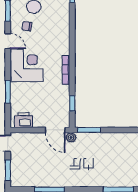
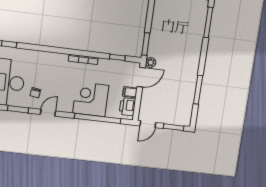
corner desk: (27, 65) -> (91, 99), moved
window: (8, 92) -> (98, 118), width x2.11
filing cabinet: (39, 121) -> (130, 92), added

